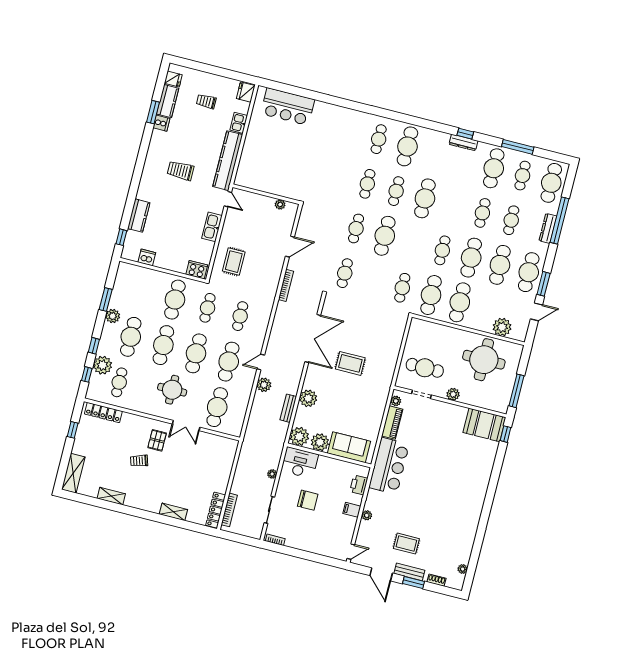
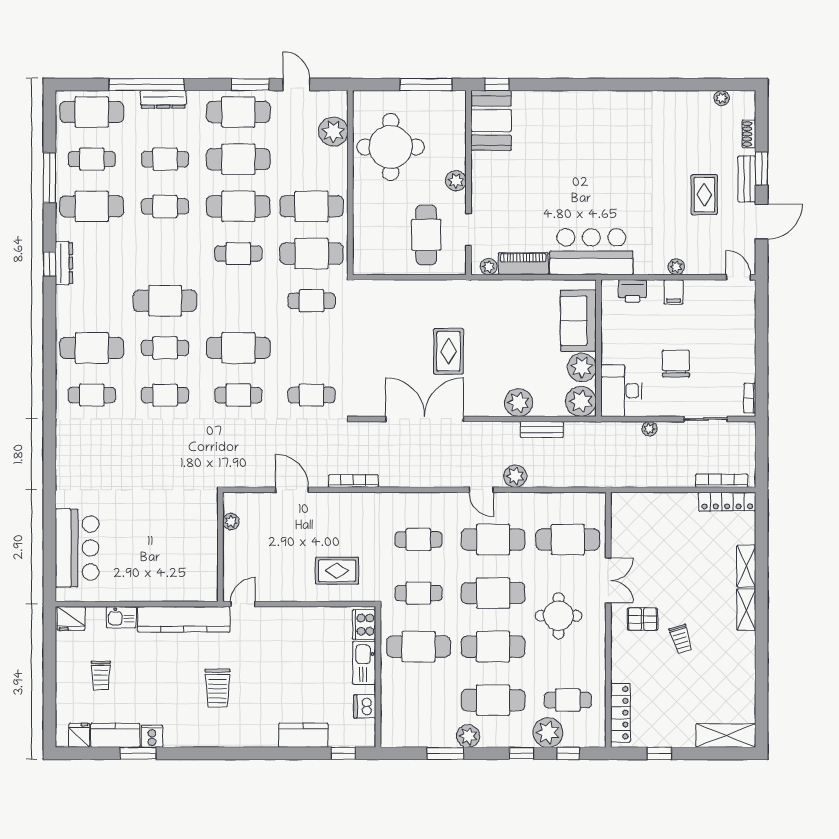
kitchen sink: (212, 227) -> (364, 663), moved, turned 90
shelving: (111, 496) -> (746, 610), moved

